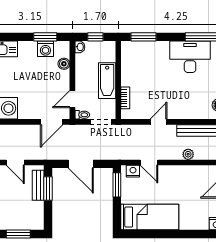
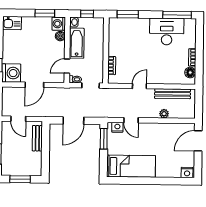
washing machine: (45, 49) -> (59, 24), moved, turned 90
bathtub: (107, 81) -> (77, 43), moved, turned 180
door: (52, 122) -> (34, 85), moved
door: (81, 164) -> (73, 121), hinge flipped
window: (48, 188) -> (46, 141), removed

